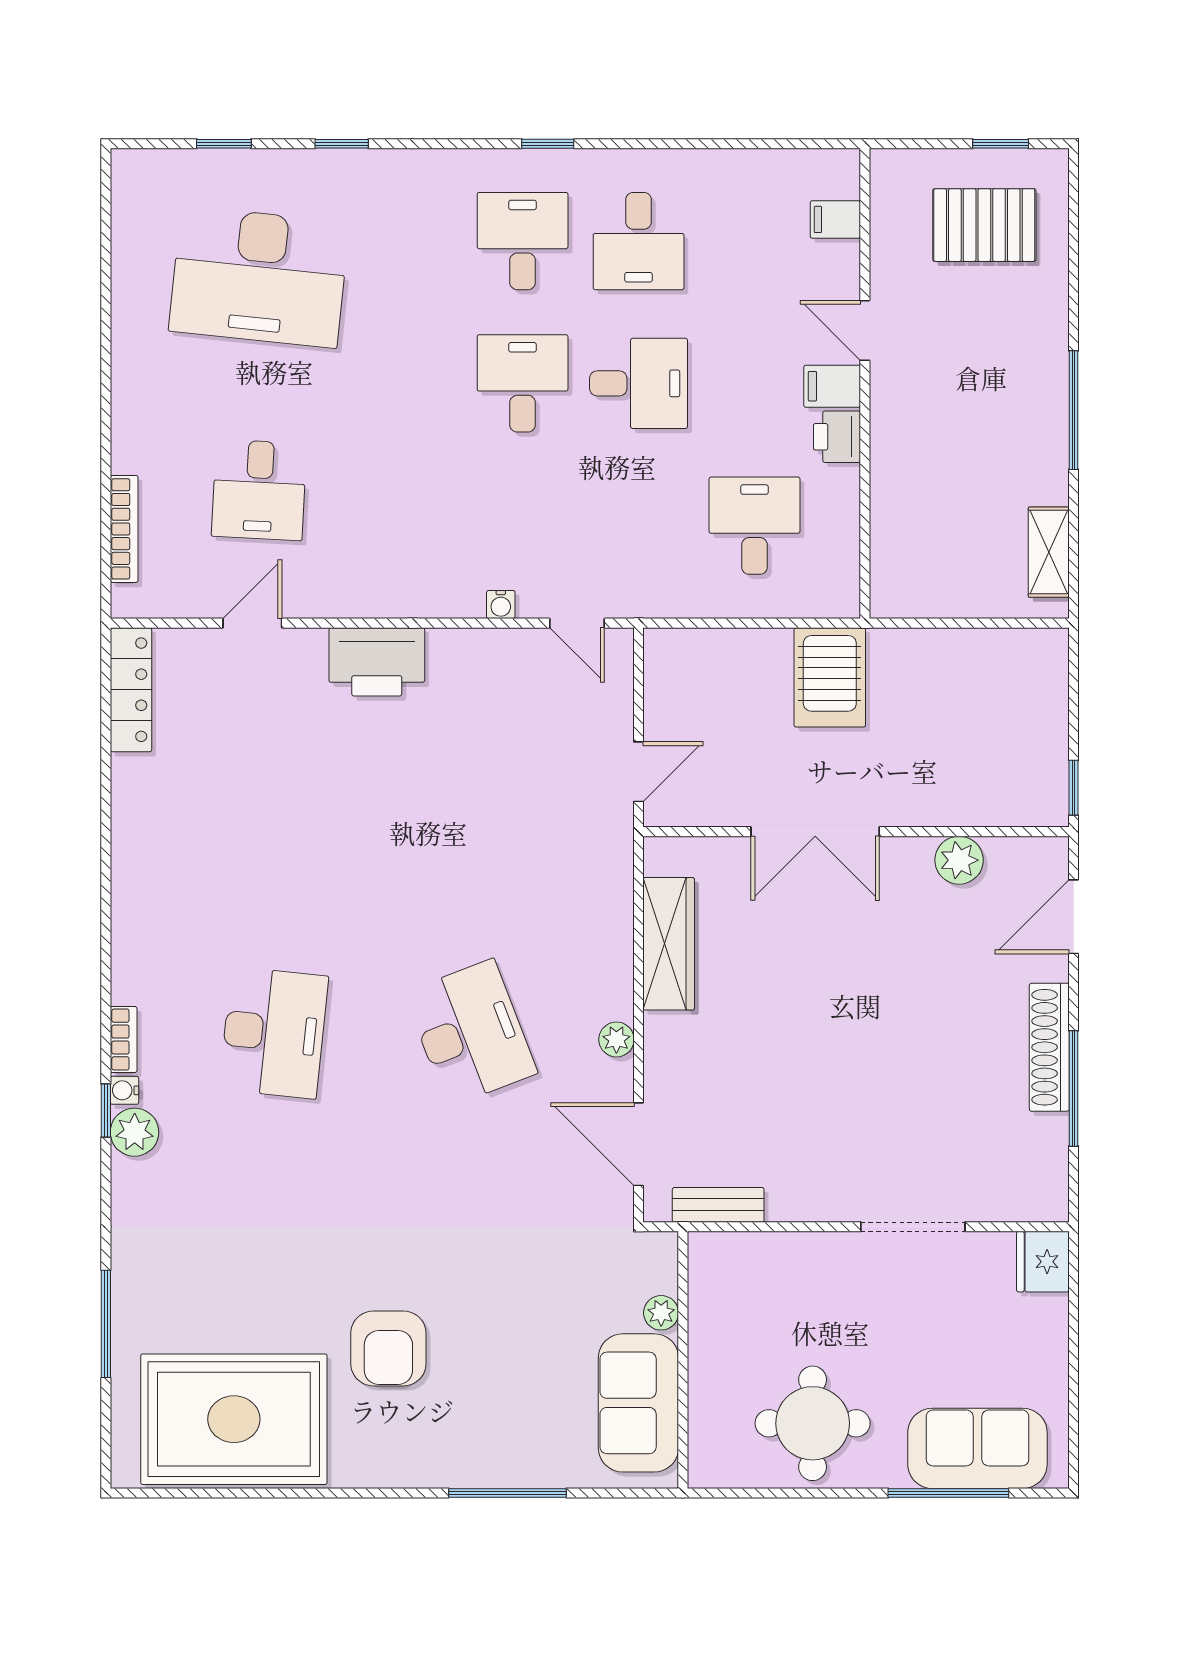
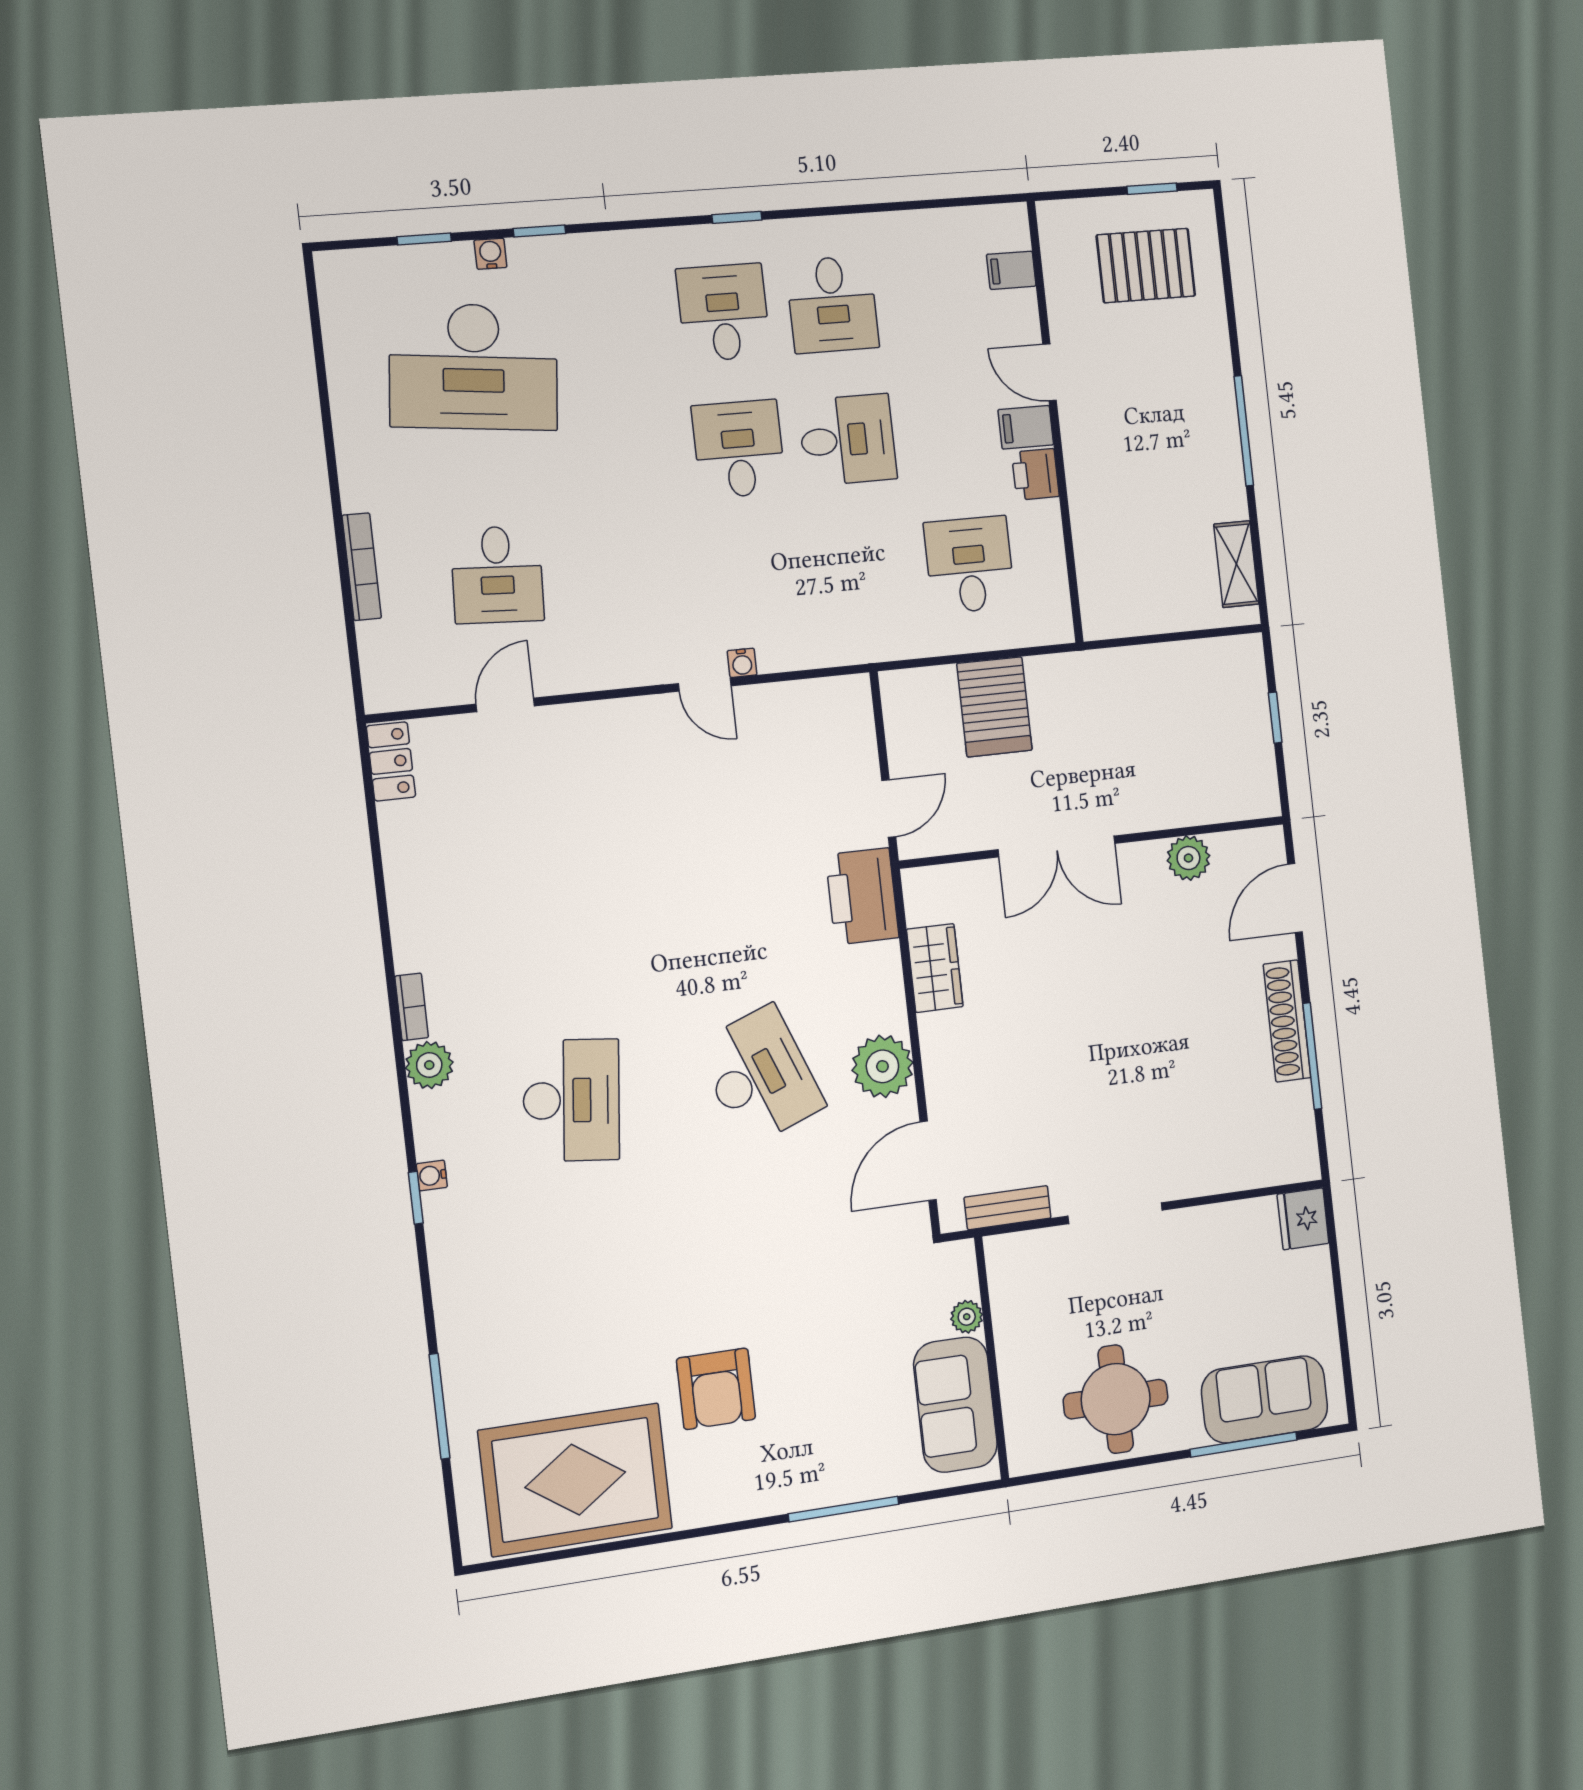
water cooler: (289, 163) -> (490, 254), added
bookcase: (124, 529) -> (362, 567), moved
door: (577, 623) -> (705, 685), moved
printer: (377, 662) -> (862, 896), moved, turned 90
server rack: (830, 677) -> (994, 707), moved
locker: (131, 690) -> (391, 761), width x0.66
window: (1074, 788) -> (1275, 718), moved
wardrobe: (669, 944) -> (935, 968), width x0.67
plant: (616, 1039) -> (882, 1066), width x1.87, depth x1.87
bookcase: (124, 1040) -> (412, 1007), moved
plant: (135, 1132) -> (429, 1065), moved
door: (639, 1144) -> (928, 1161), hinge flipped
doorway: (913, 1227) -> (1115, 1213), moved

